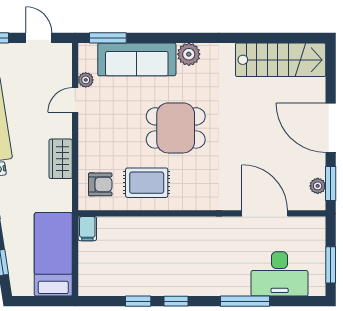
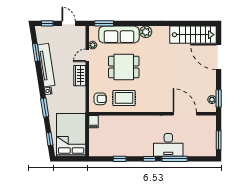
dining table: (176, 128) -> (124, 67), moved
door: (331, 128) -> (219, 57), moved
wardrobe: (61, 159) -> (80, 76), moved
bed: (53, 254) -> (71, 135), width x1.50
desk: (280, 274) -> (168, 145), moved
window: (176, 301) -> (149, 159), moved

